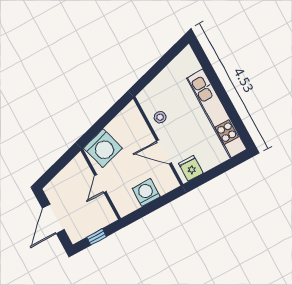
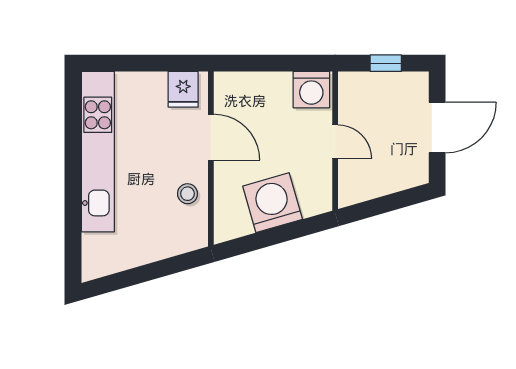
washing machine: (103, 148) -> (273, 203), moved
door: (100, 184) -> (335, 142), hinge flipped
washing machine: (146, 192) -> (311, 90), moved

